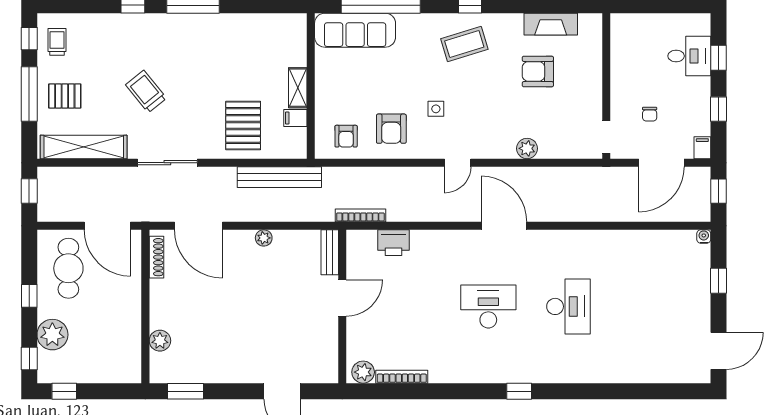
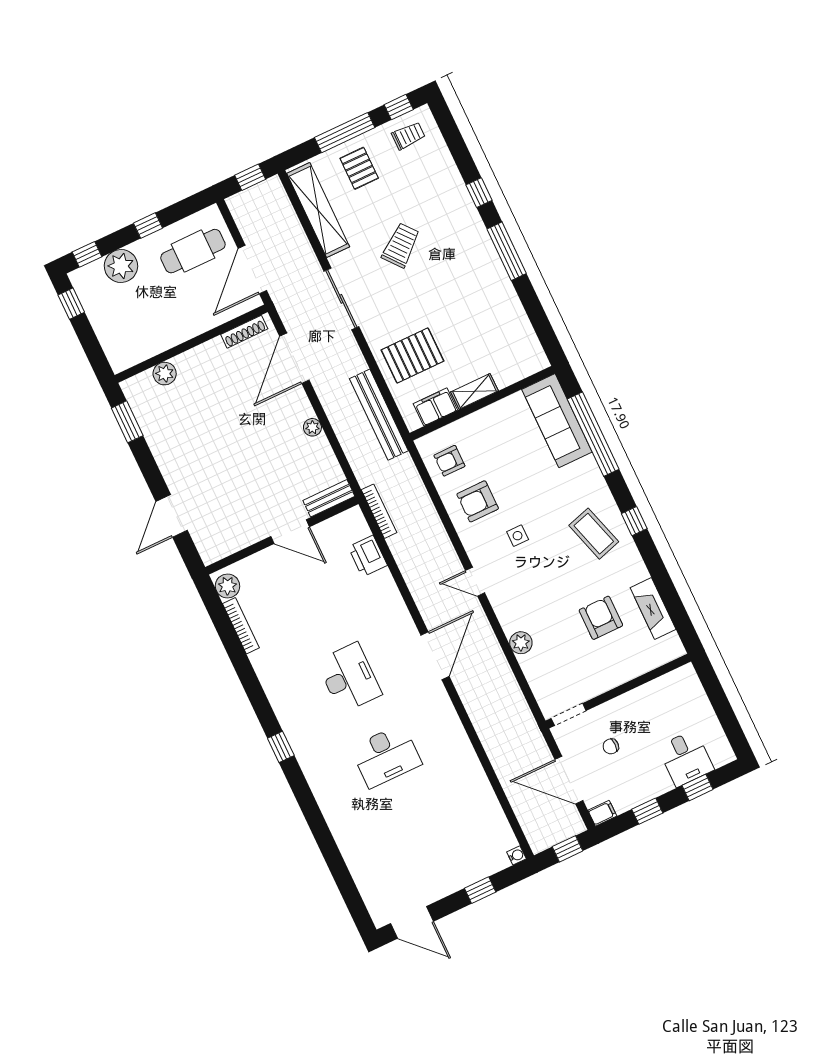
filing cabinet: (295, 118) -> (435, 407), width x2.00

